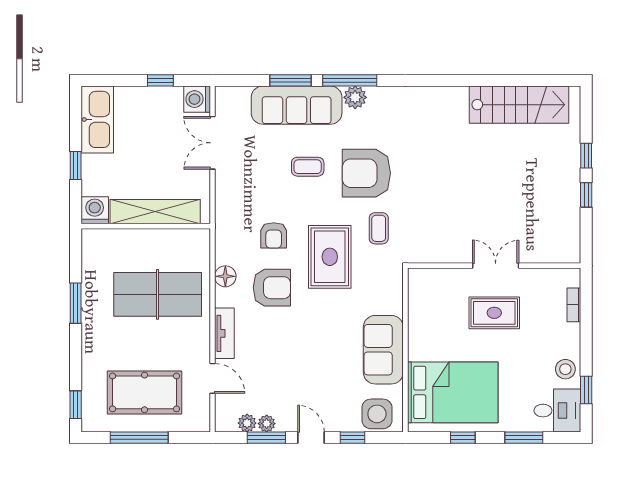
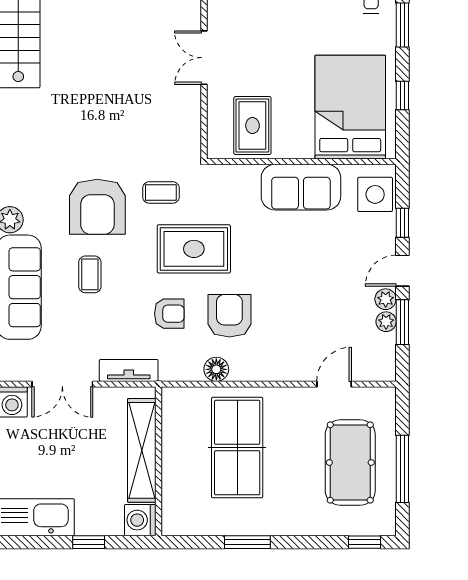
rug: (494, 313) -> (252, 126), moved
tv unit: (224, 333) -> (129, 370), moved
plant: (247, 423) -> (386, 299), moved

